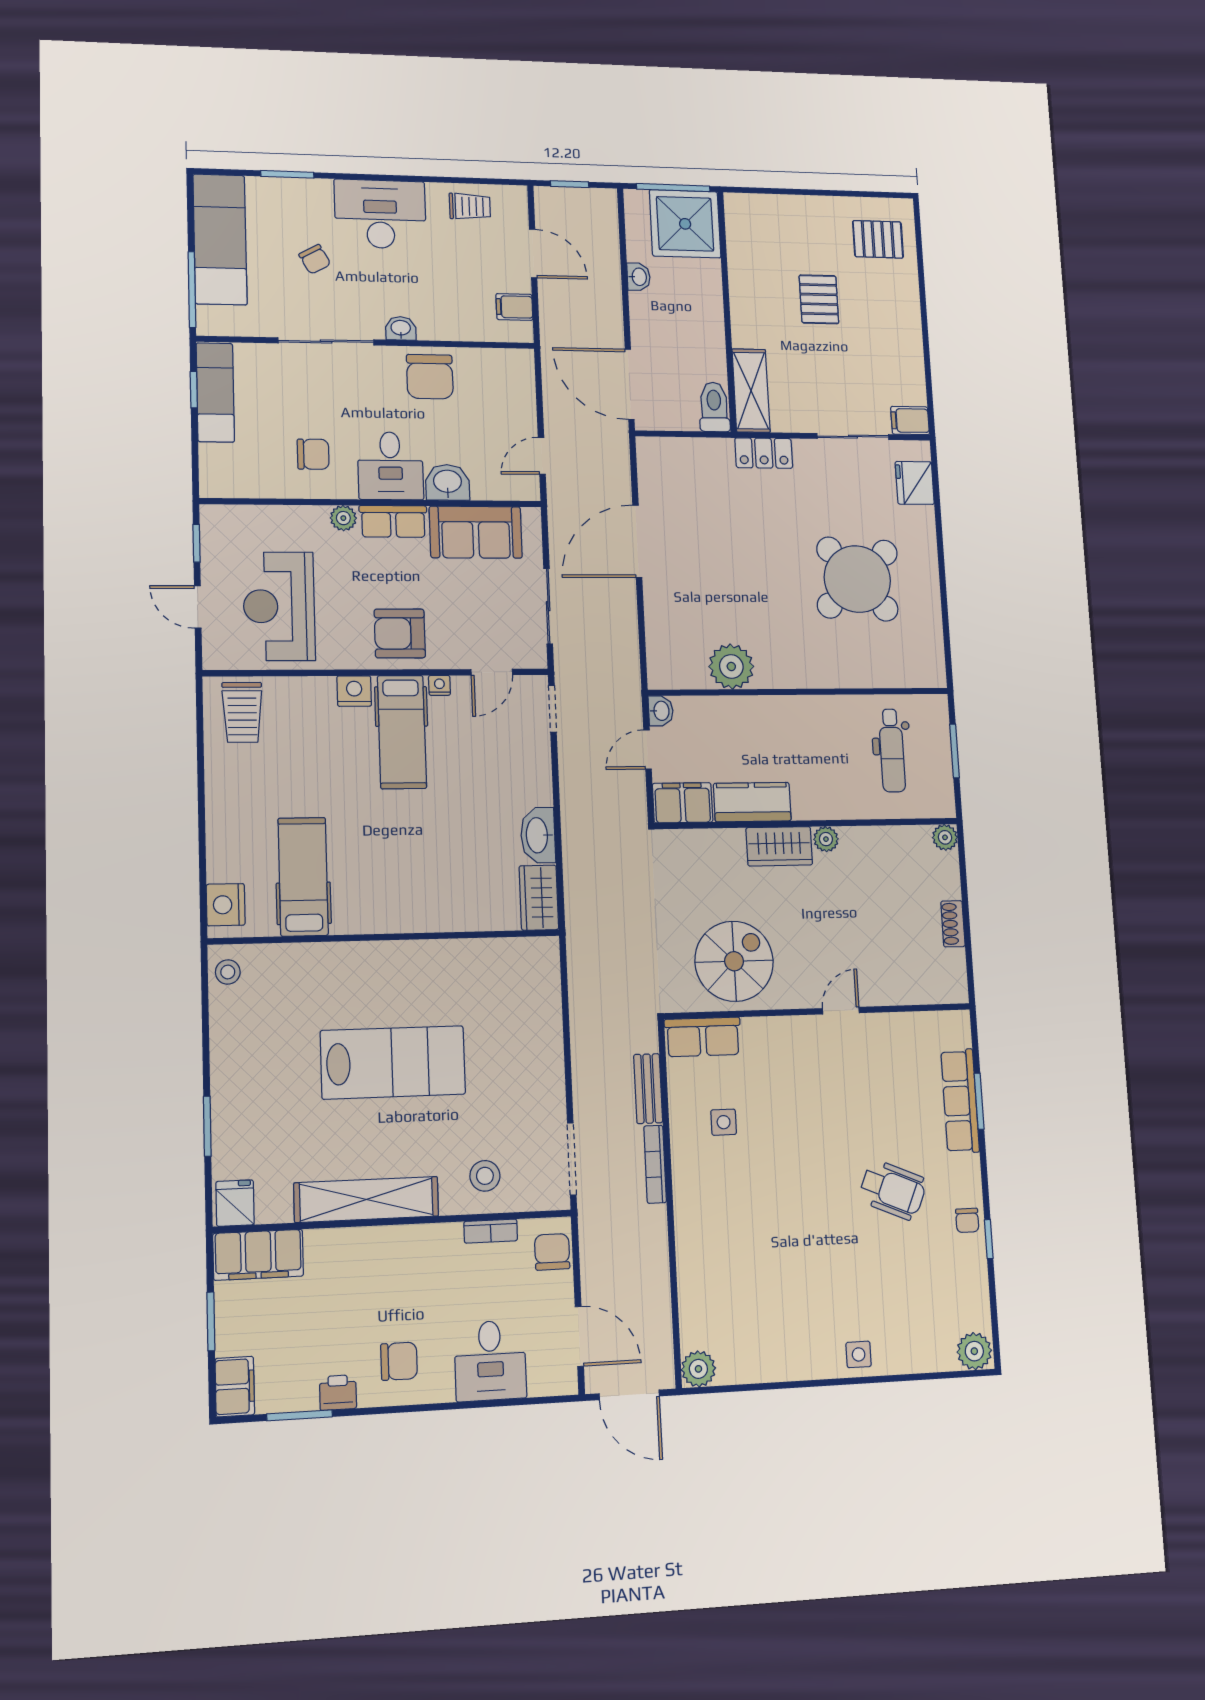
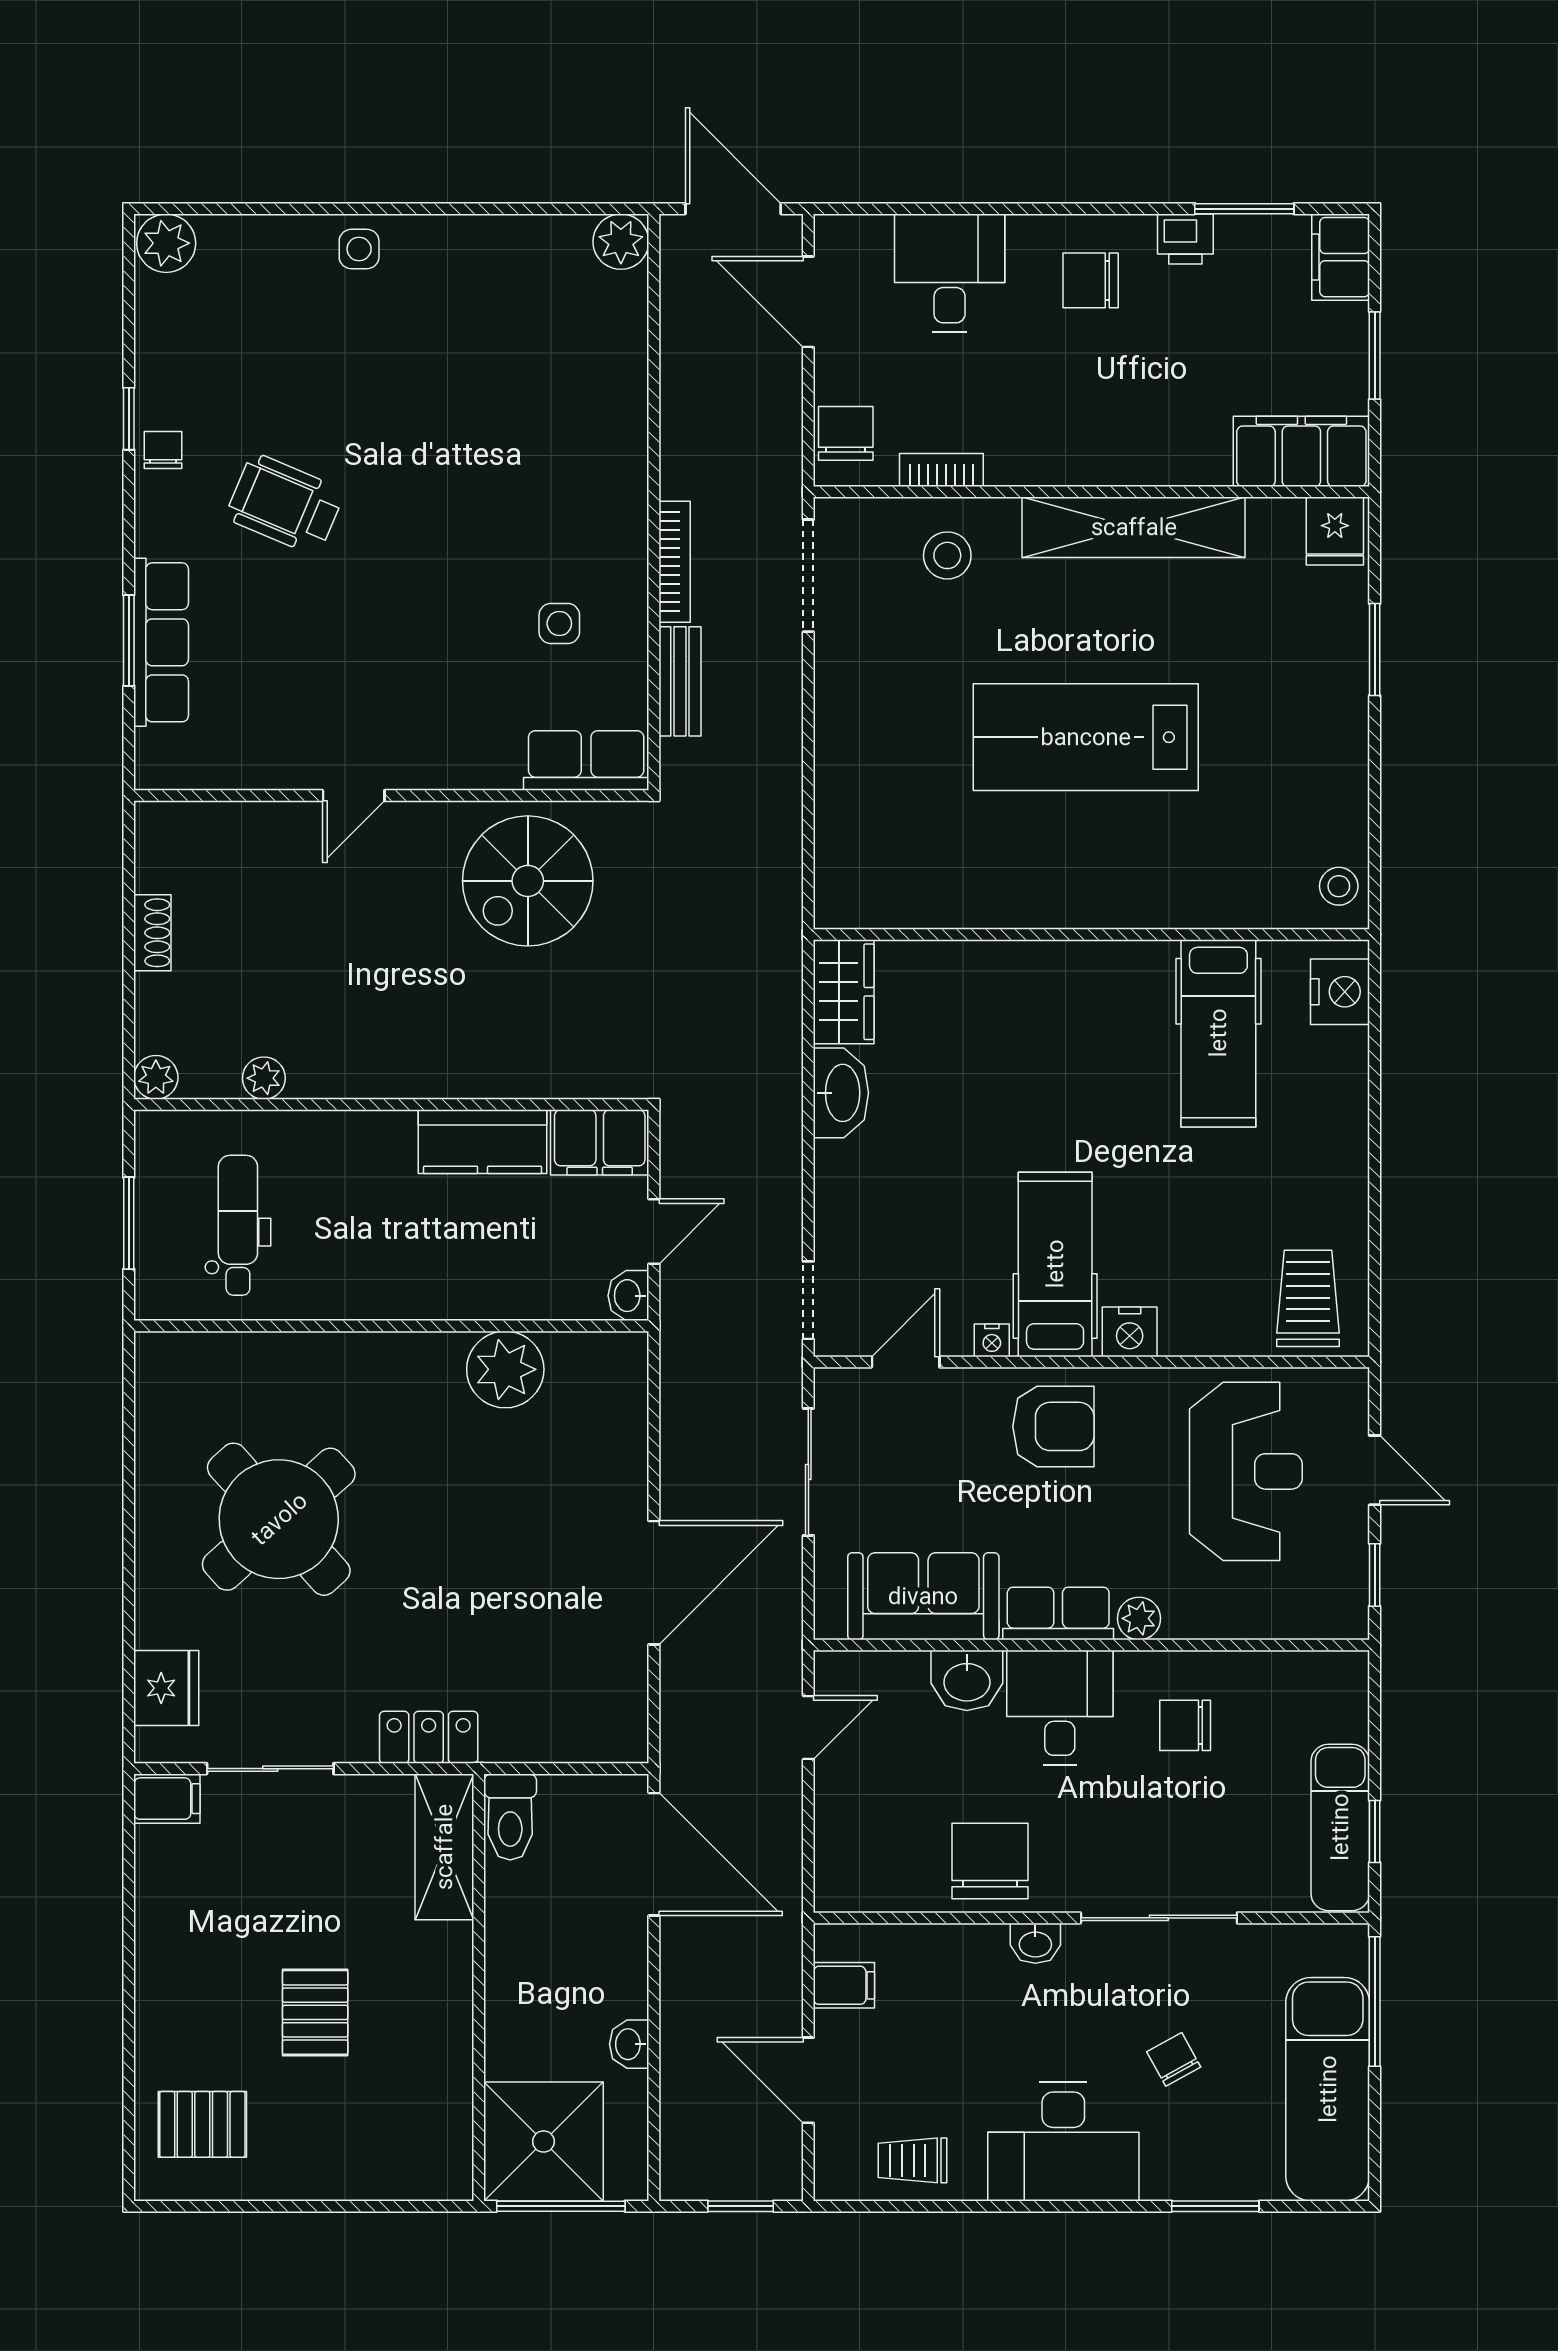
plant: (826, 839) -> (264, 1078), moved
wardrobe: (779, 846) -> (441, 1068), removed
chair: (552, 1252) -> (846, 433), turned 180

